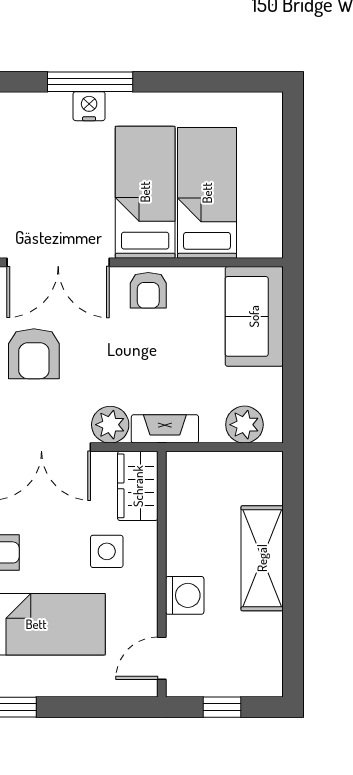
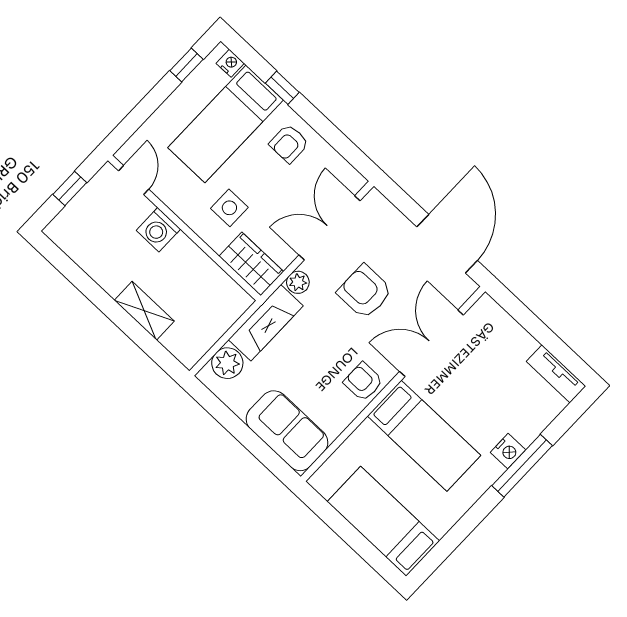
bed: (207, 193) -> (383, 521), moved, turned 180
armchair: (34, 354) -> (365, 292), moved
plant: (110, 425) -> (298, 282), width x0.73, depth x0.73
fireplace: (165, 429) -> (266, 323), width x1.37, depth x1.32
shelving: (262, 558) -> (144, 311), width x0.67, depth x0.75

